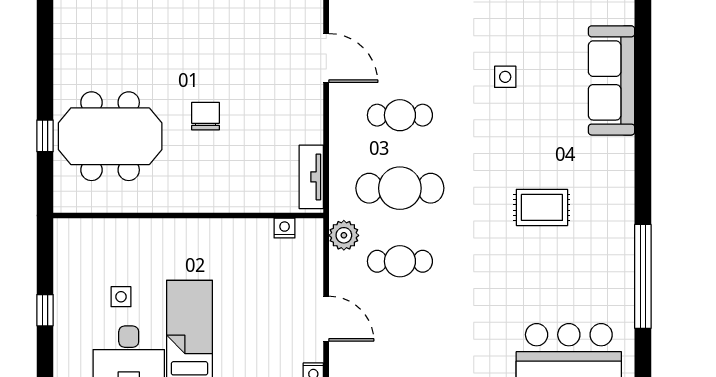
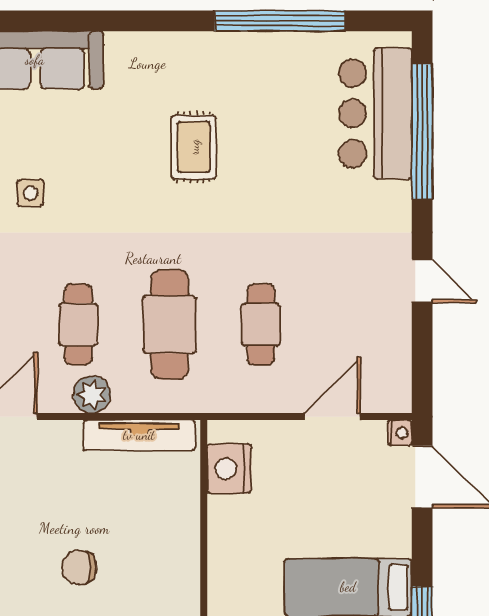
tv unit: (311, 177) -> (139, 435), width x1.41
nightstand: (285, 228) -> (229, 469), width x1.89, depth x1.79
plant: (344, 235) -> (92, 395), moved

